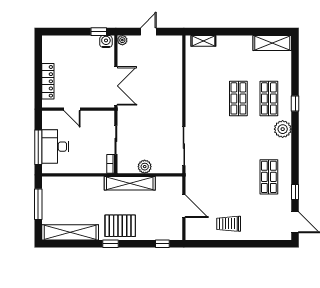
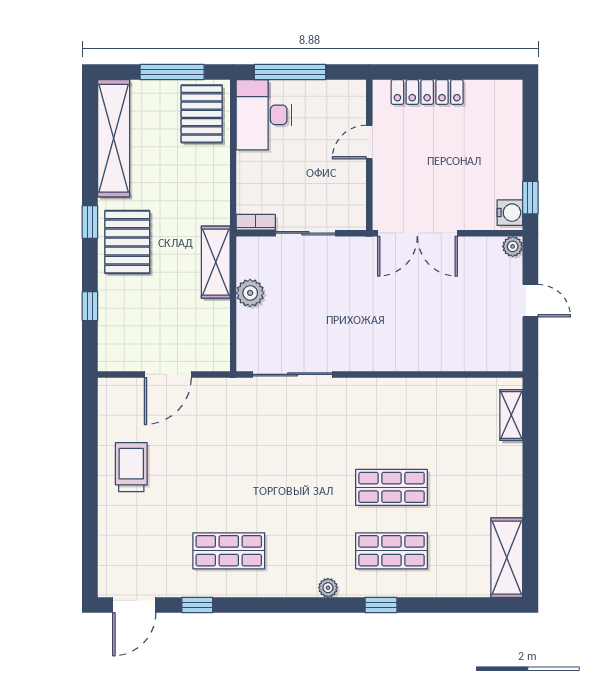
plant: (283, 129) -> (328, 588), width x0.53, depth x0.53
desk: (55, 147) -> (264, 115), moved, turned -90
shelving: (130, 183) -> (216, 262), width x0.68
pallet: (58, 190) -> (202, 114), added
window: (162, 244) -> (90, 306), moved

